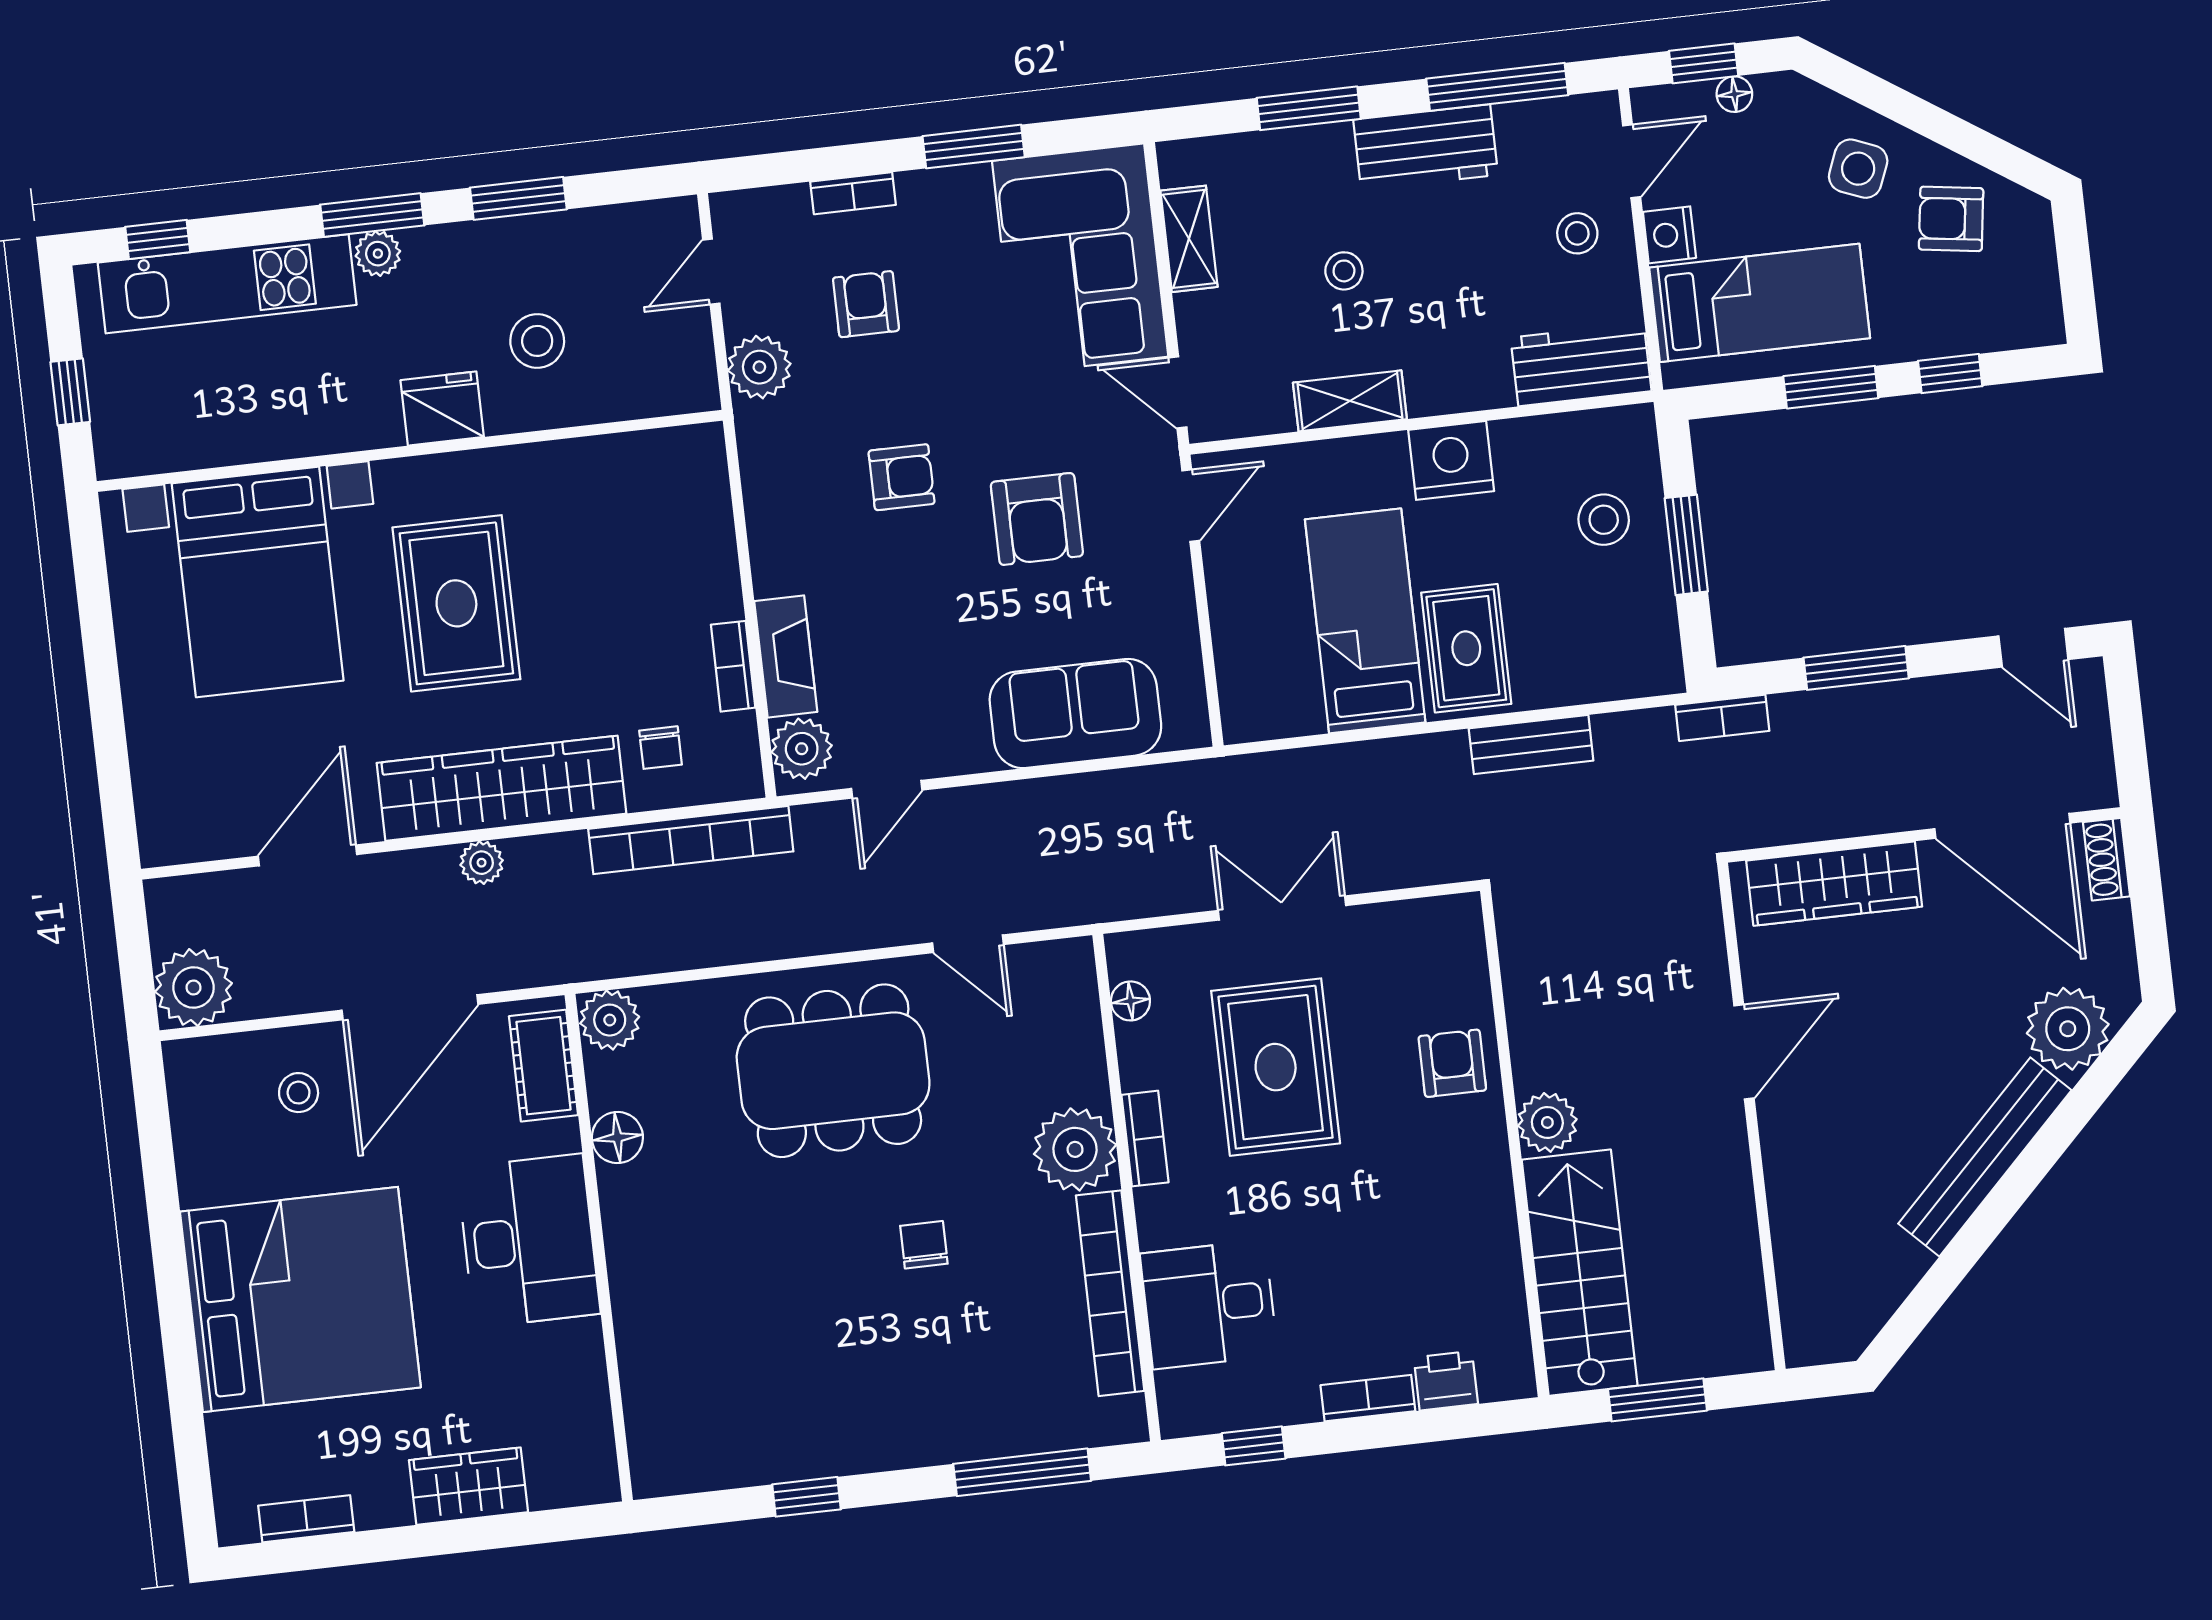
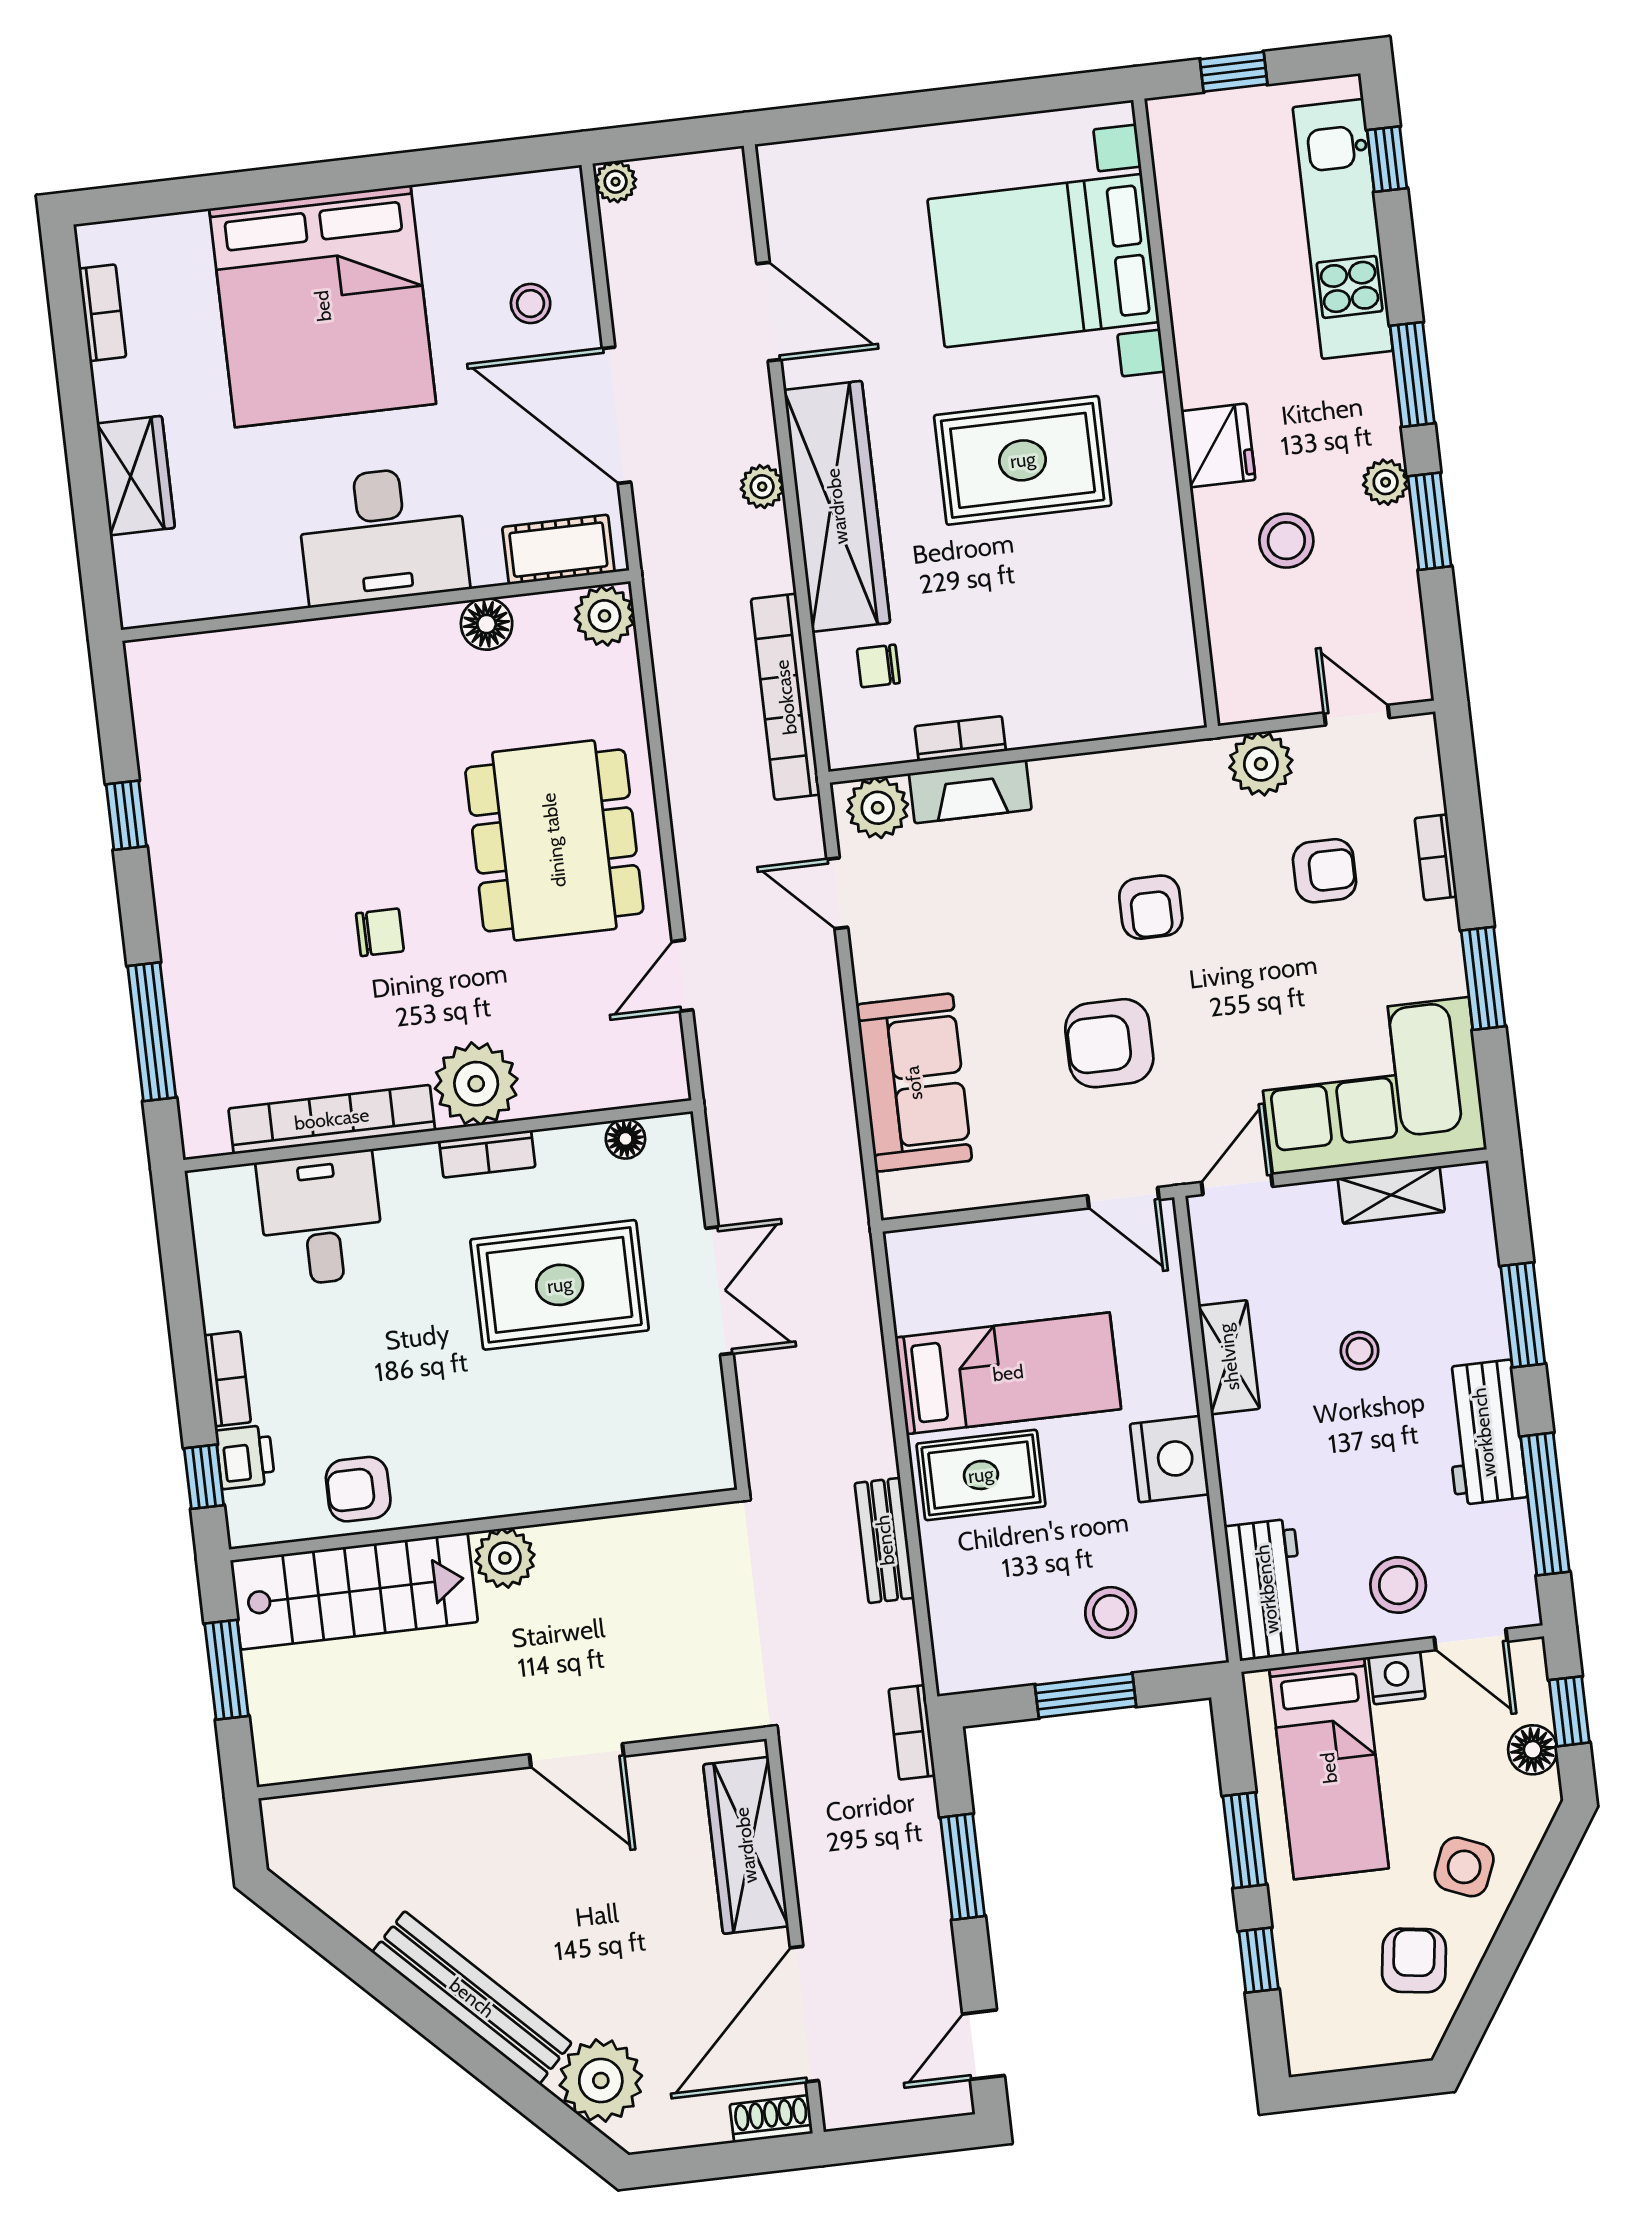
floor lamp: (1734, 94) -> (1533, 1750), width x1.37, depth x1.37
stool: (1577, 233) -> (1398, 1585), width x1.37, depth x1.37
plant: (378, 254) -> (1386, 482), moved
plant: (194, 987) -> (616, 182), width x0.53, depth x0.53
armchair: (1452, 1063) -> (358, 1489), moved, turned 180
window: (1254, 1446) -> (204, 1477), moved

